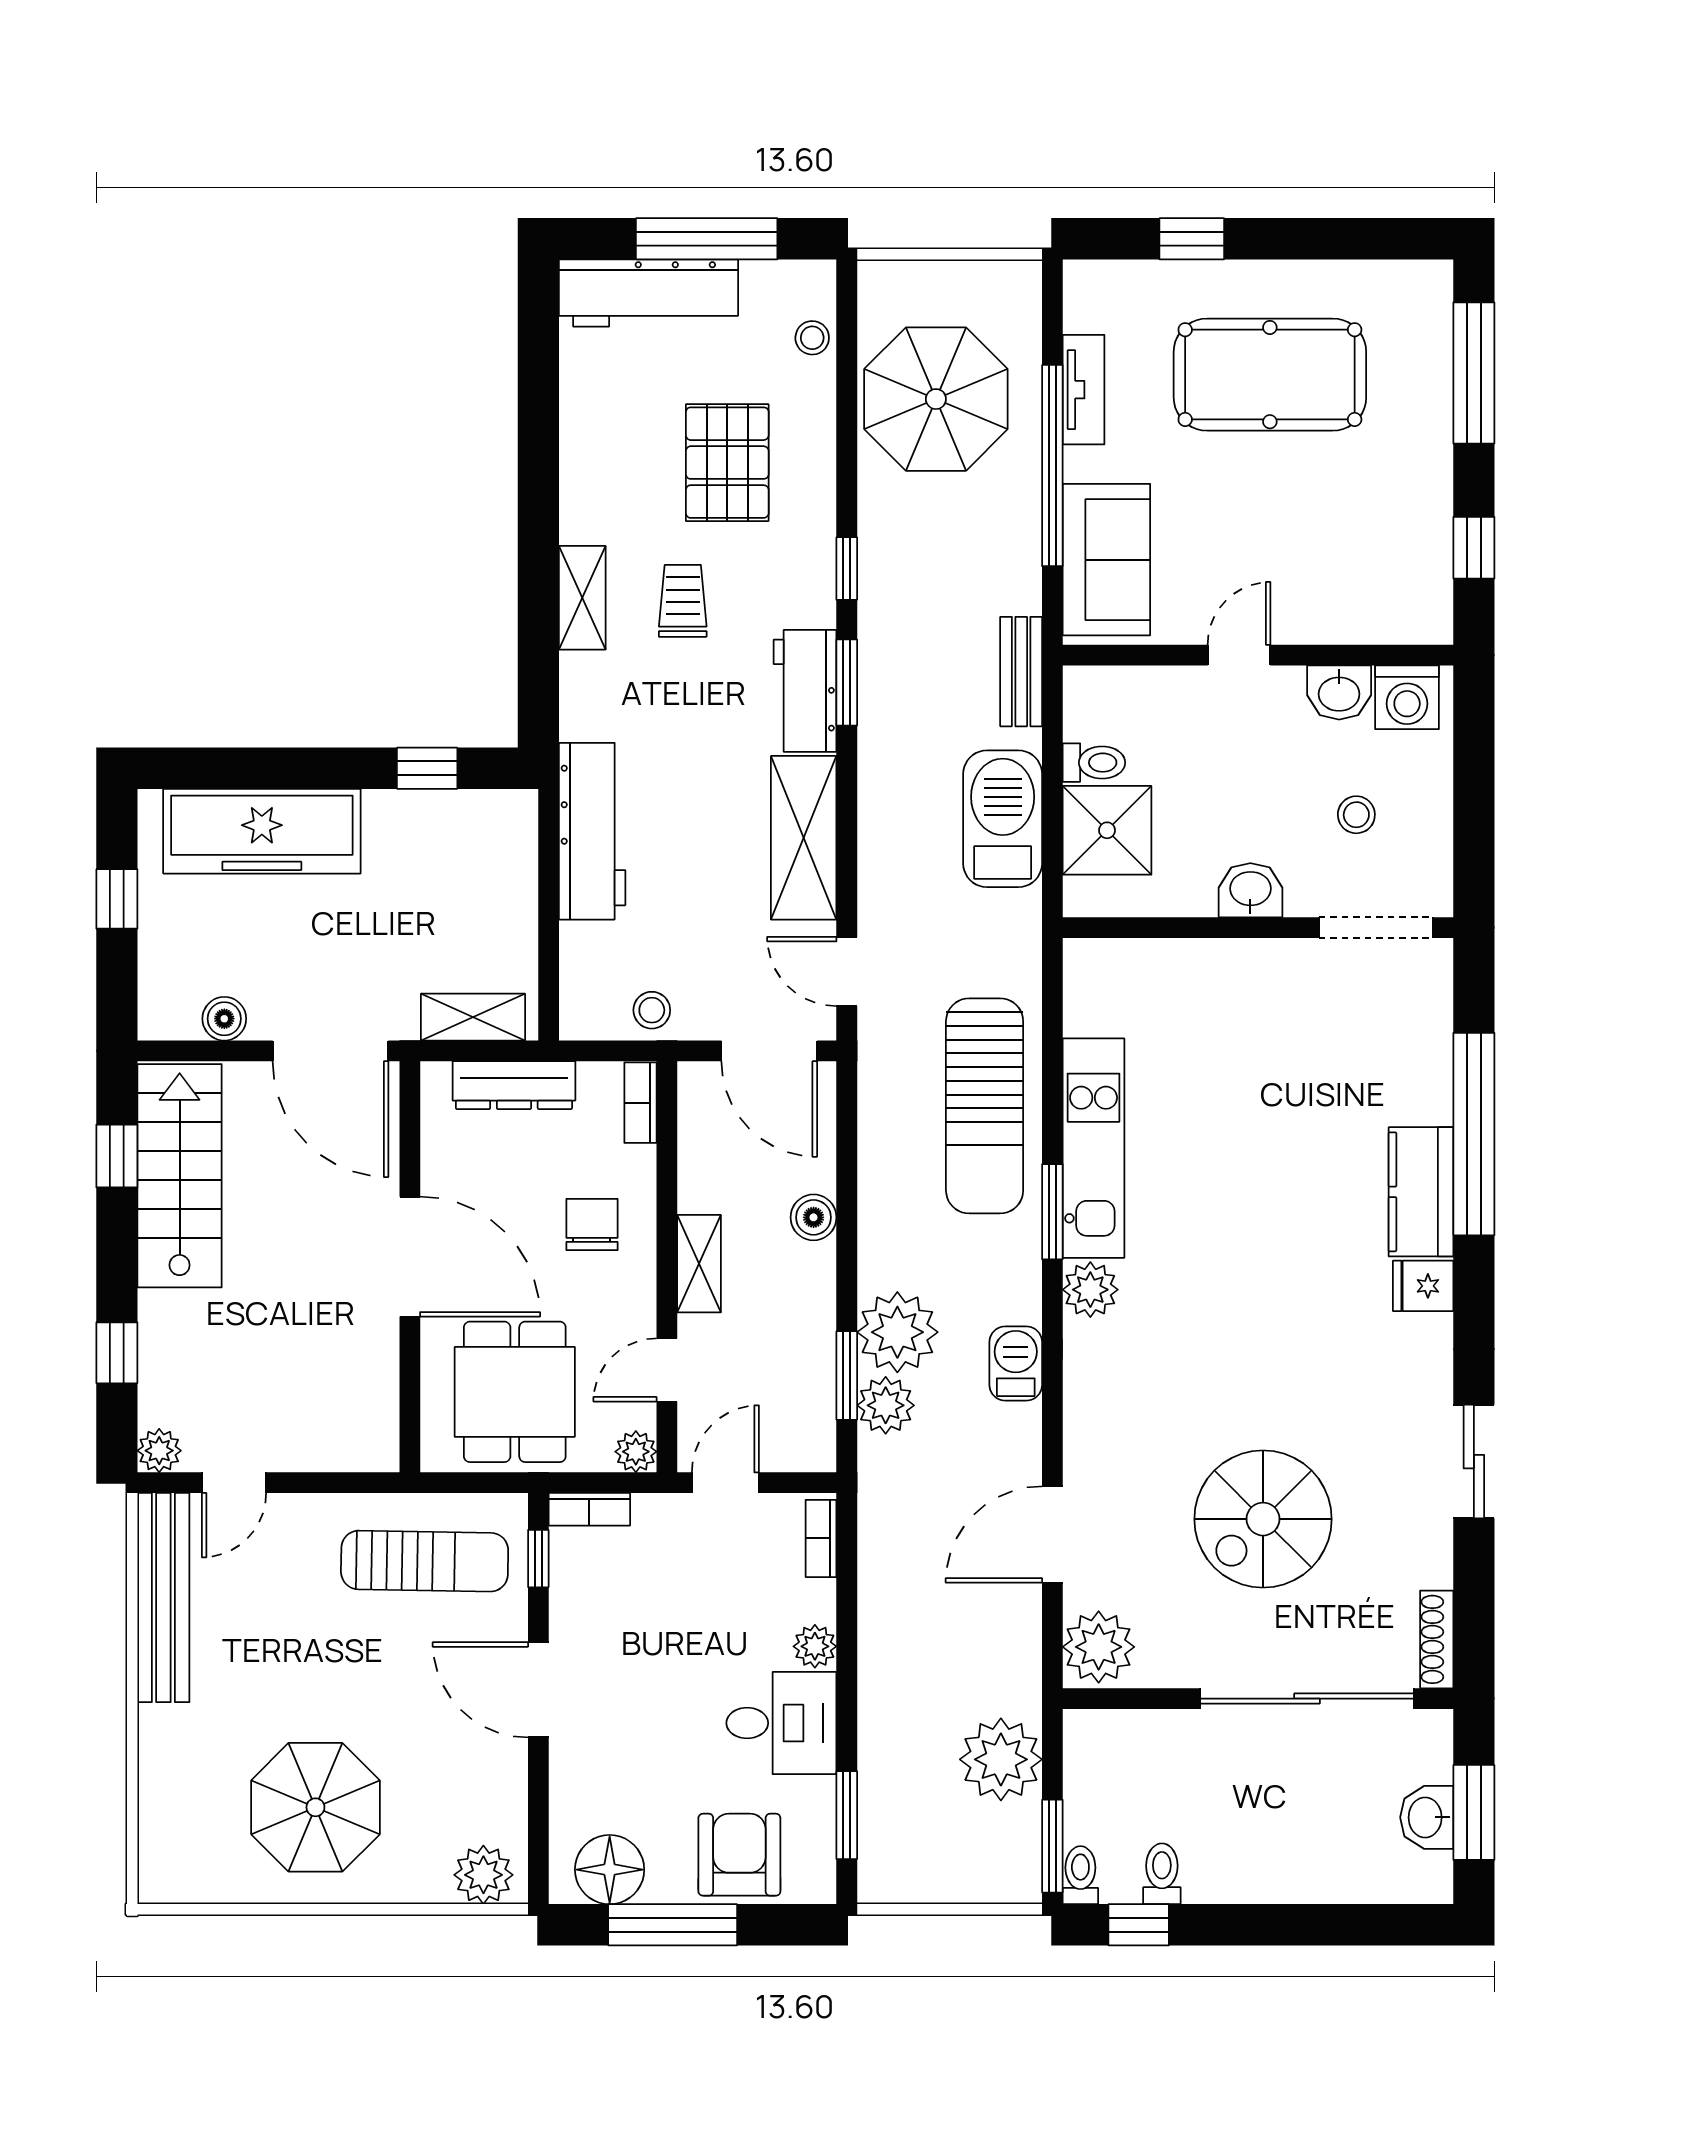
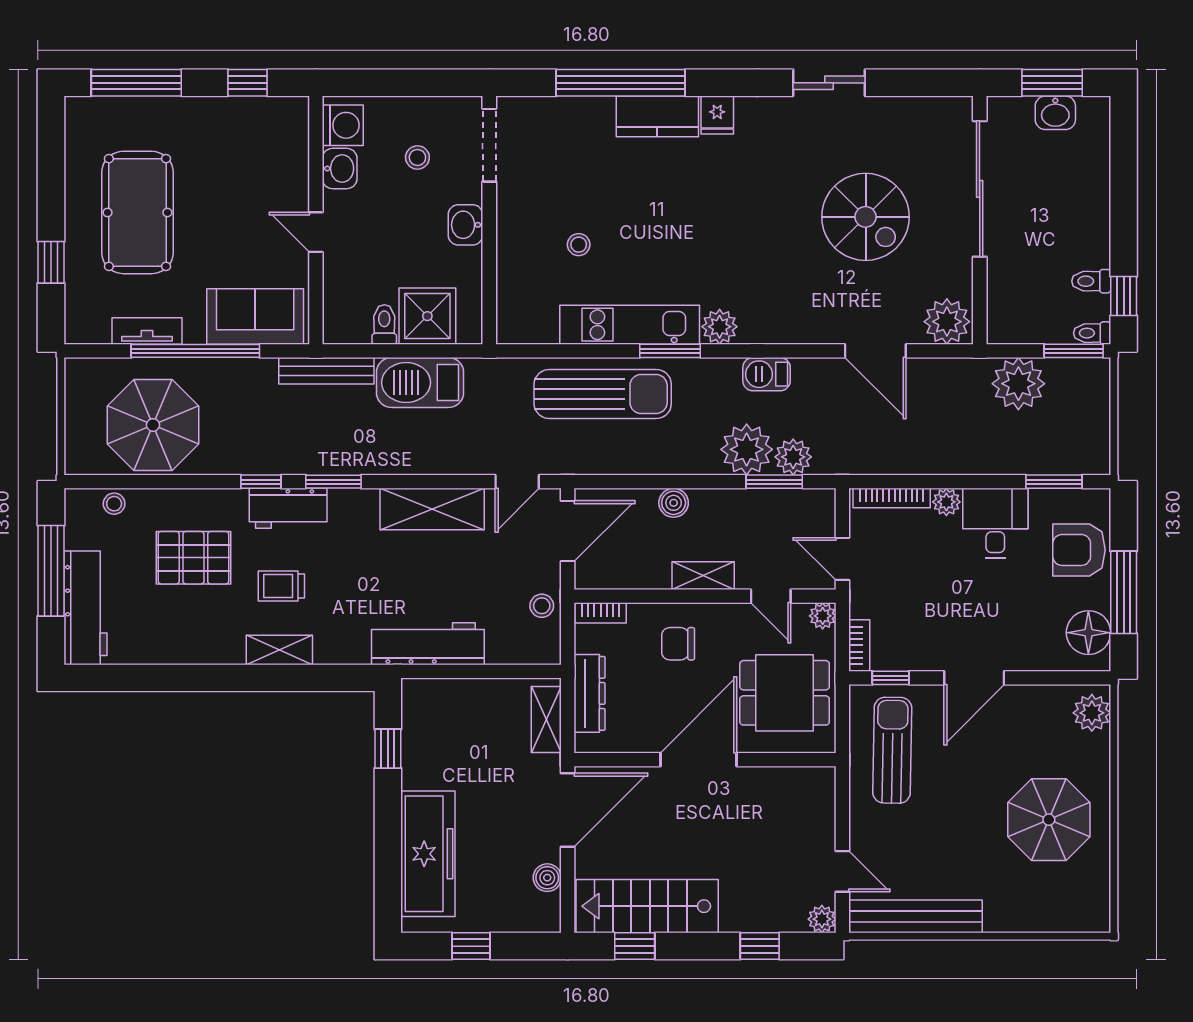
bench: (1021, 672) -> (326, 371), width x1.36
workbench: (805, 691) -> (288, 508), moved
stool: (1219, 1068) -> (579, 245), added
bookcase: (821, 1538) -> (892, 498), width x1.56
shoe rack: (1437, 1639) -> (942, 106), removed

